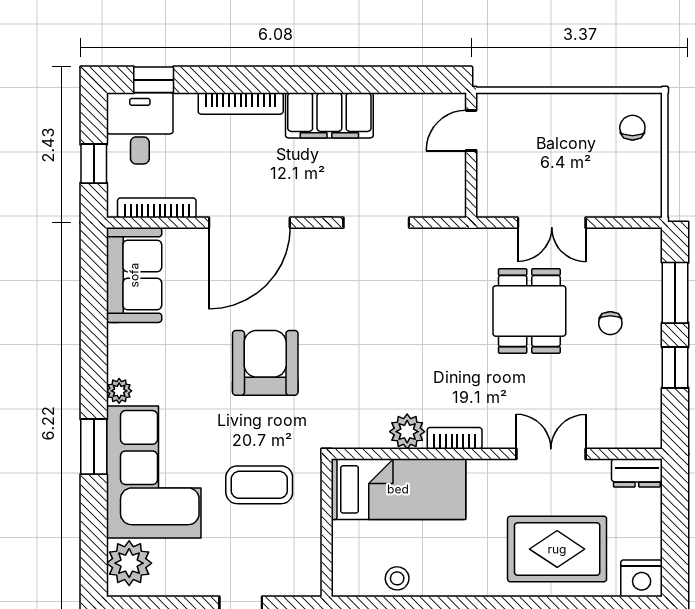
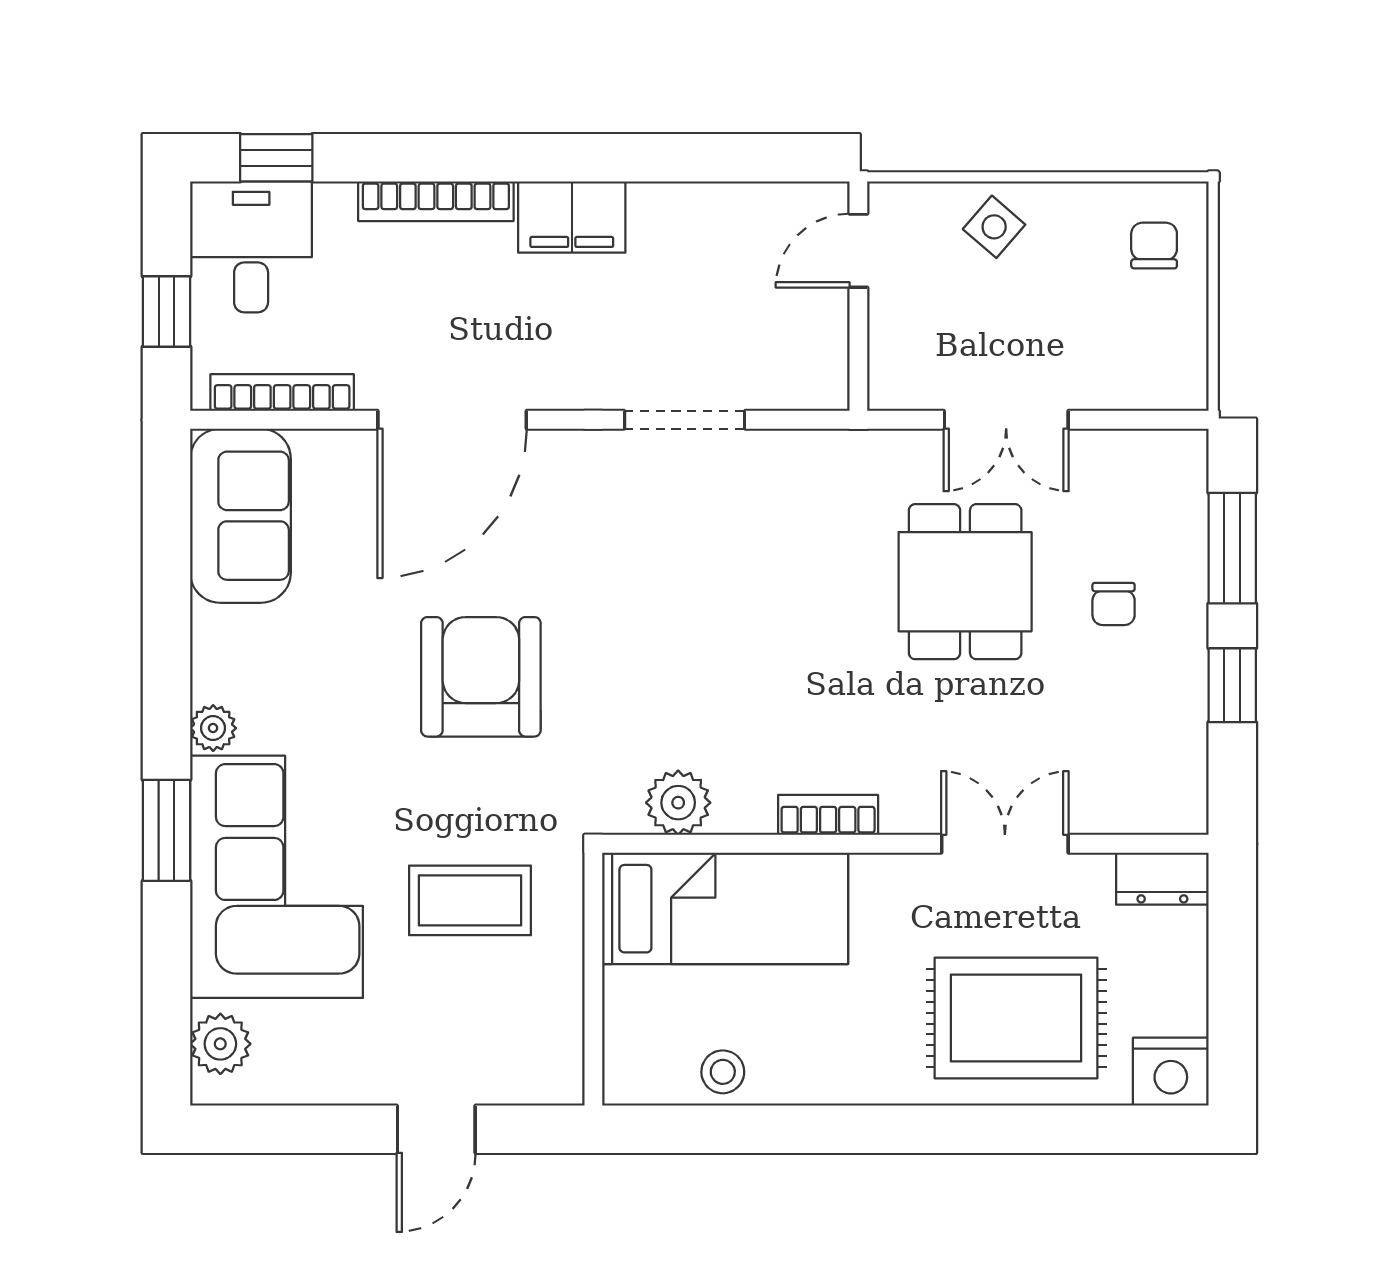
filing cabinet: (329, 115) -> (572, 217), width x0.67, depth x0.86
side table: (545, 117) -> (994, 227), added
plant: (407, 432) -> (678, 803), moved
plant: (129, 563) -> (220, 1044), width x0.73, depth x0.73

